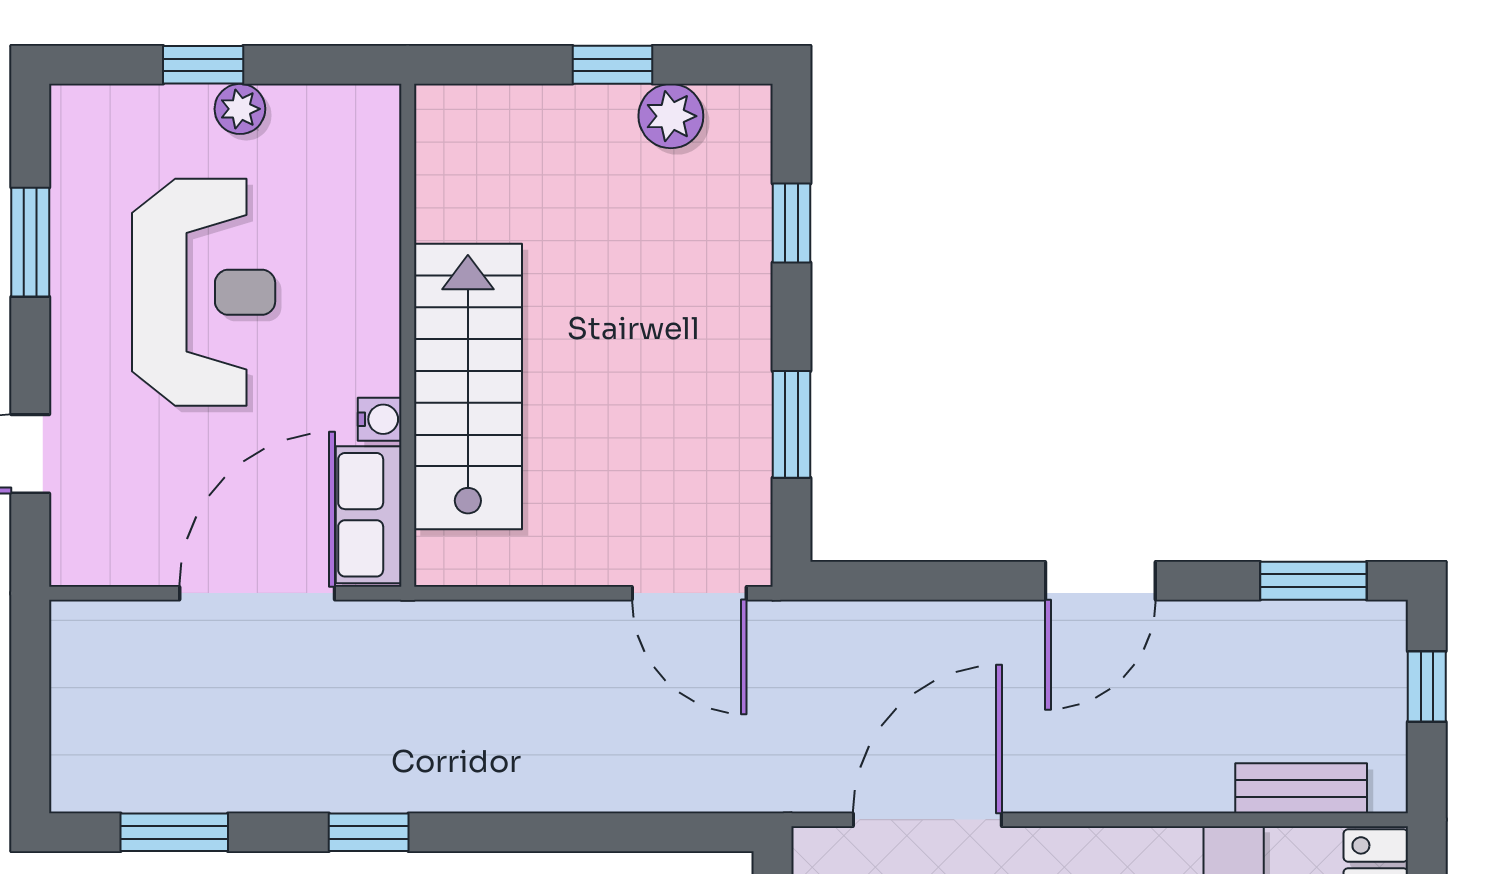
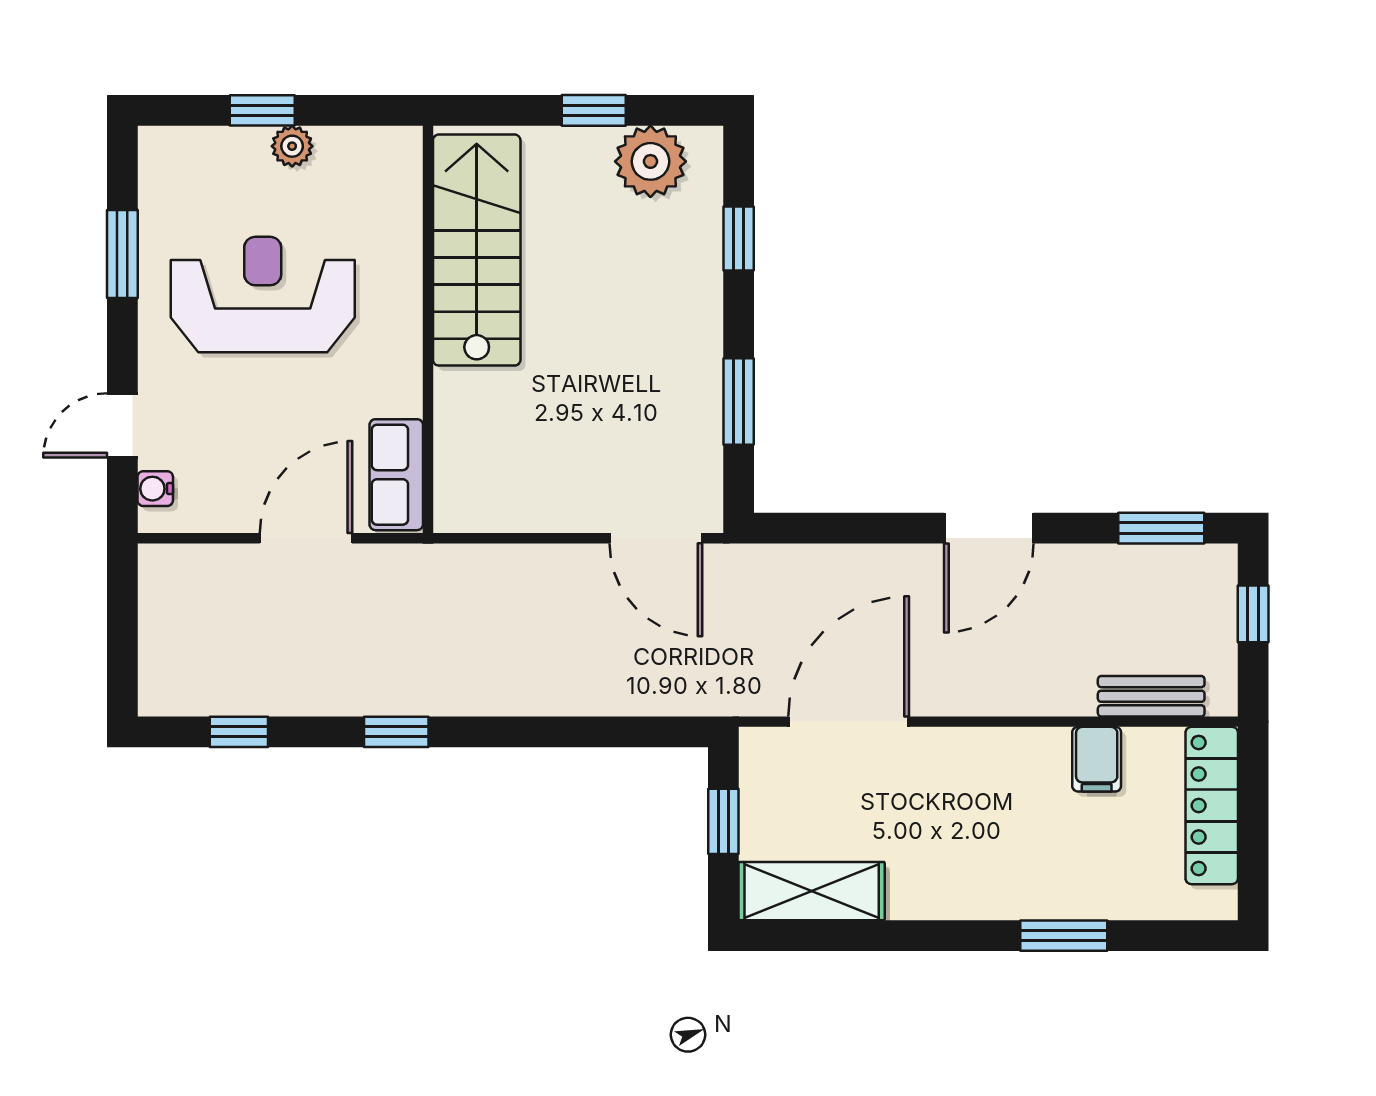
plant: (671, 116) -> (650, 161), width x1.36, depth x1.36
reception desk: (204, 292) -> (263, 295), turned -90
stairs: (468, 386) -> (477, 250), moved
water cooler: (380, 419) -> (155, 489), moved, turned 180
door: (257, 593) -> (306, 538), width x0.73
window: (174, 832) -> (239, 732), width x0.67

